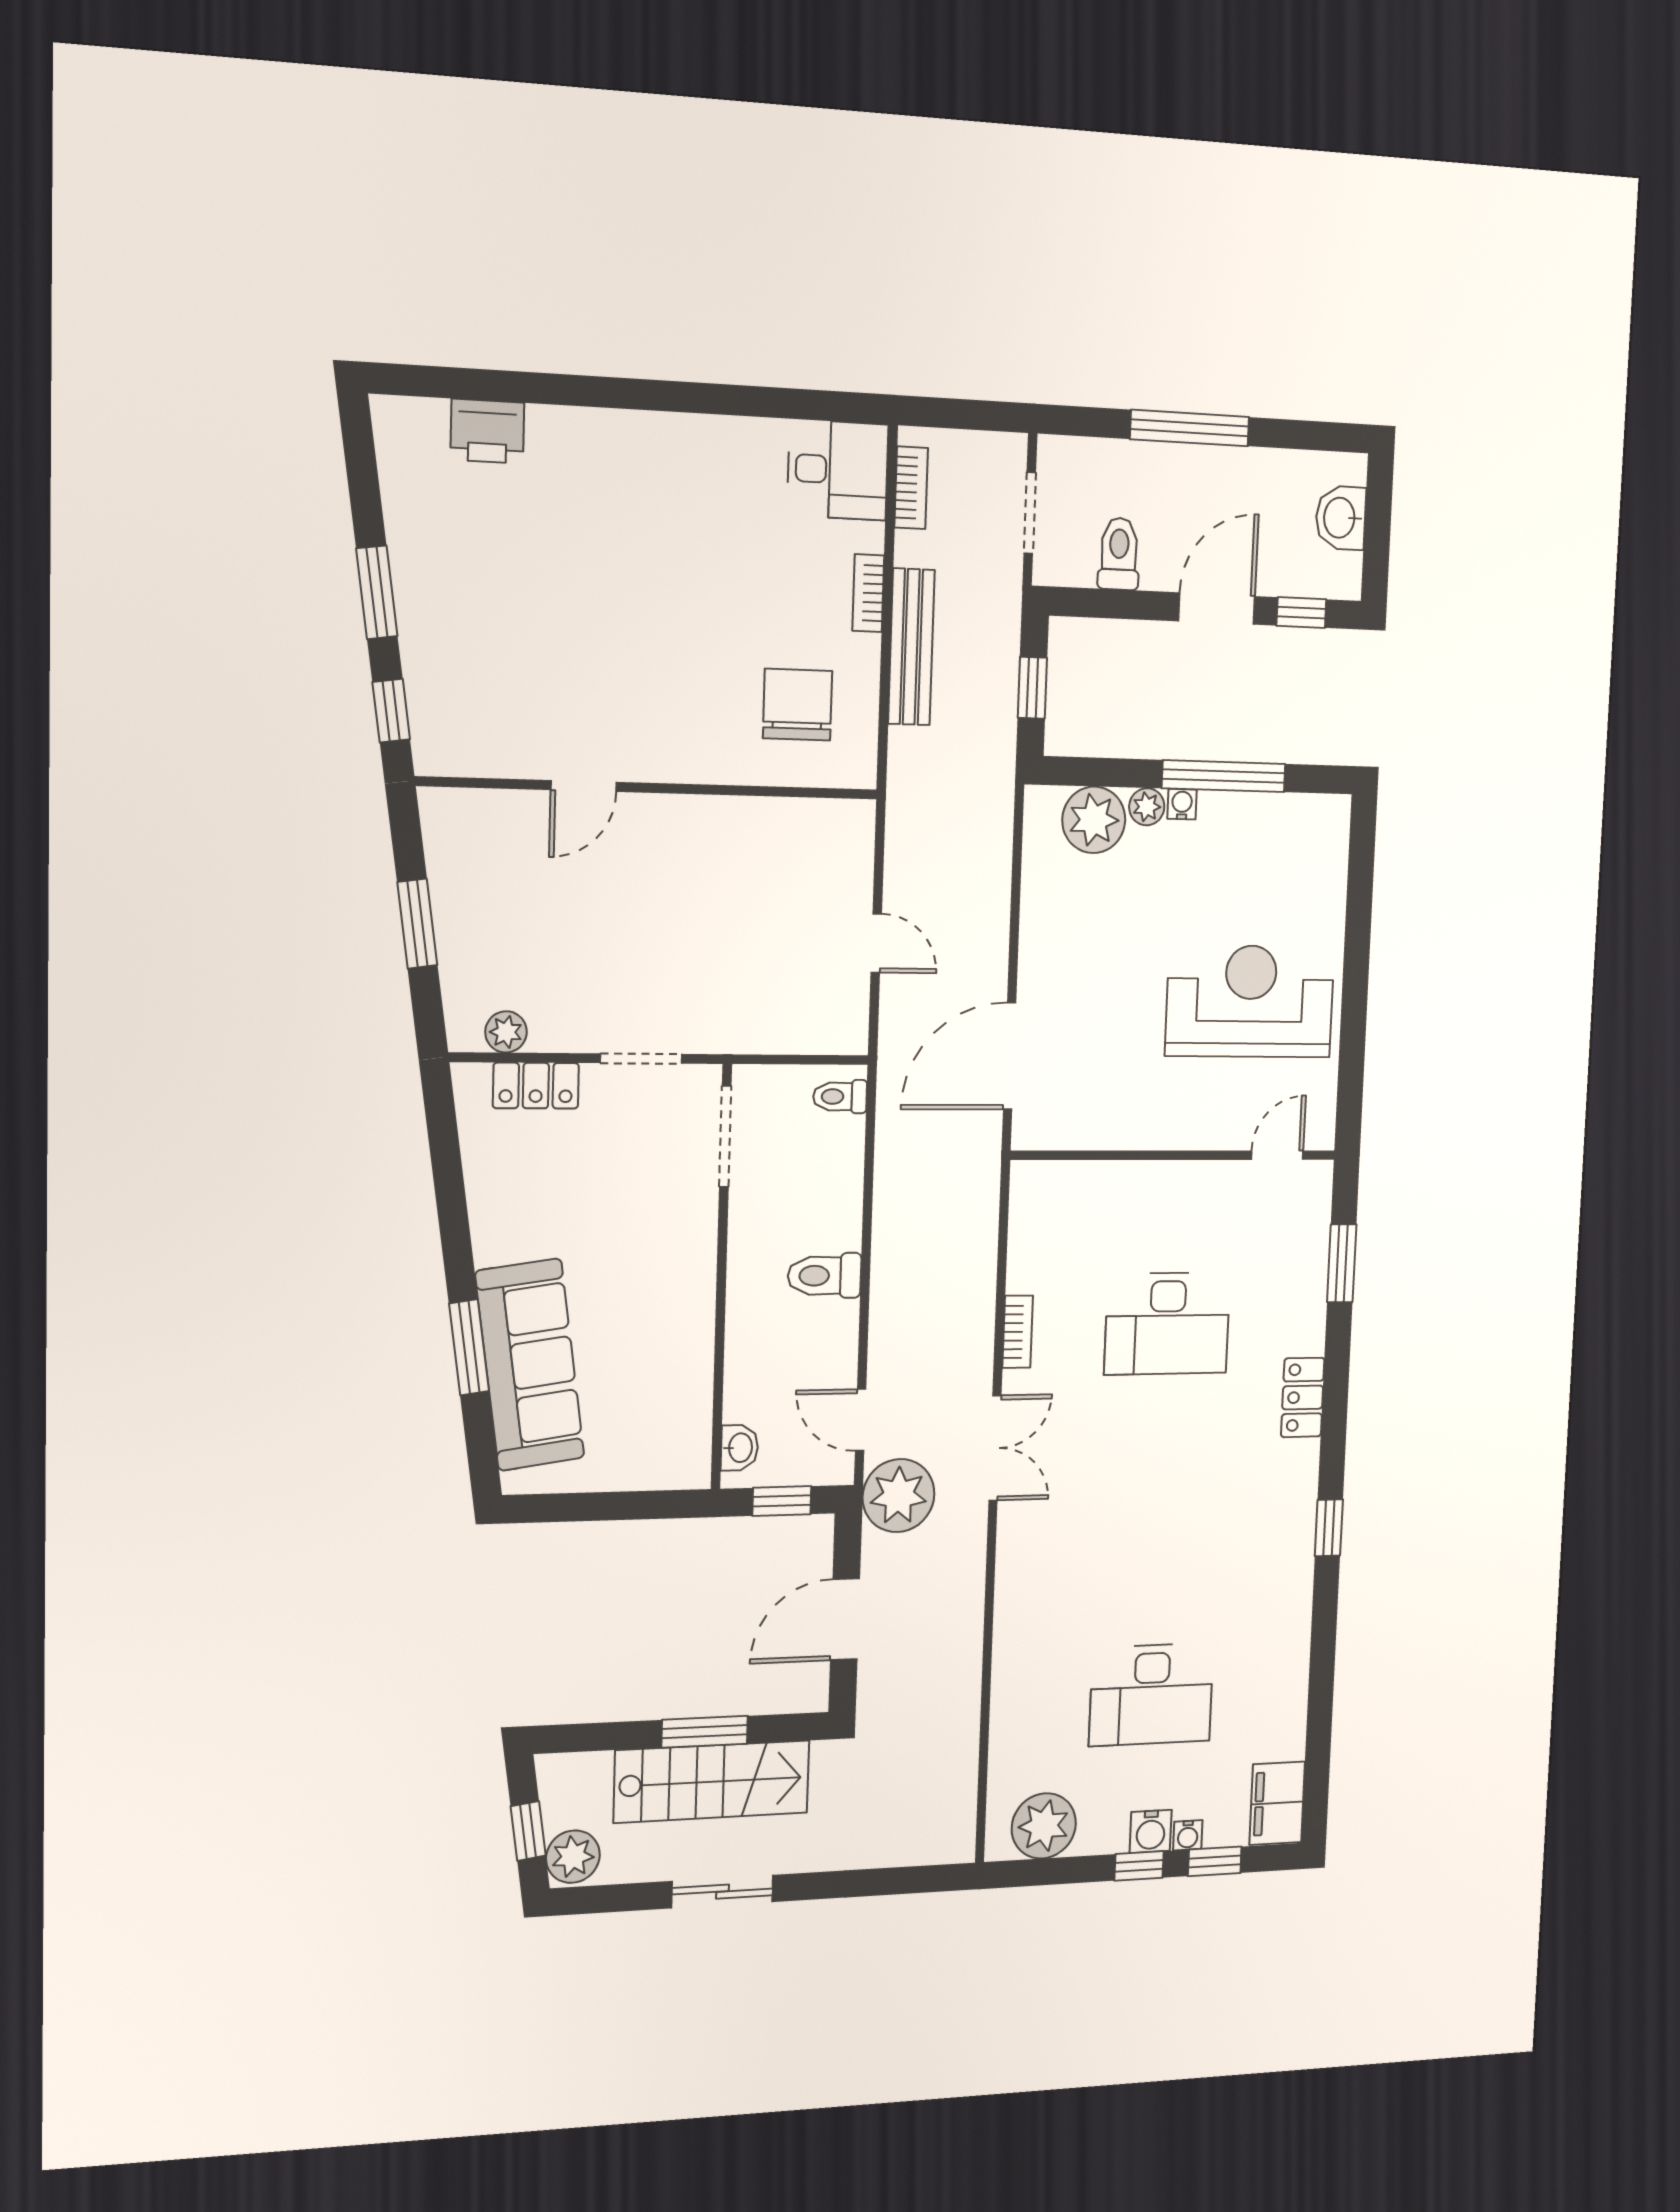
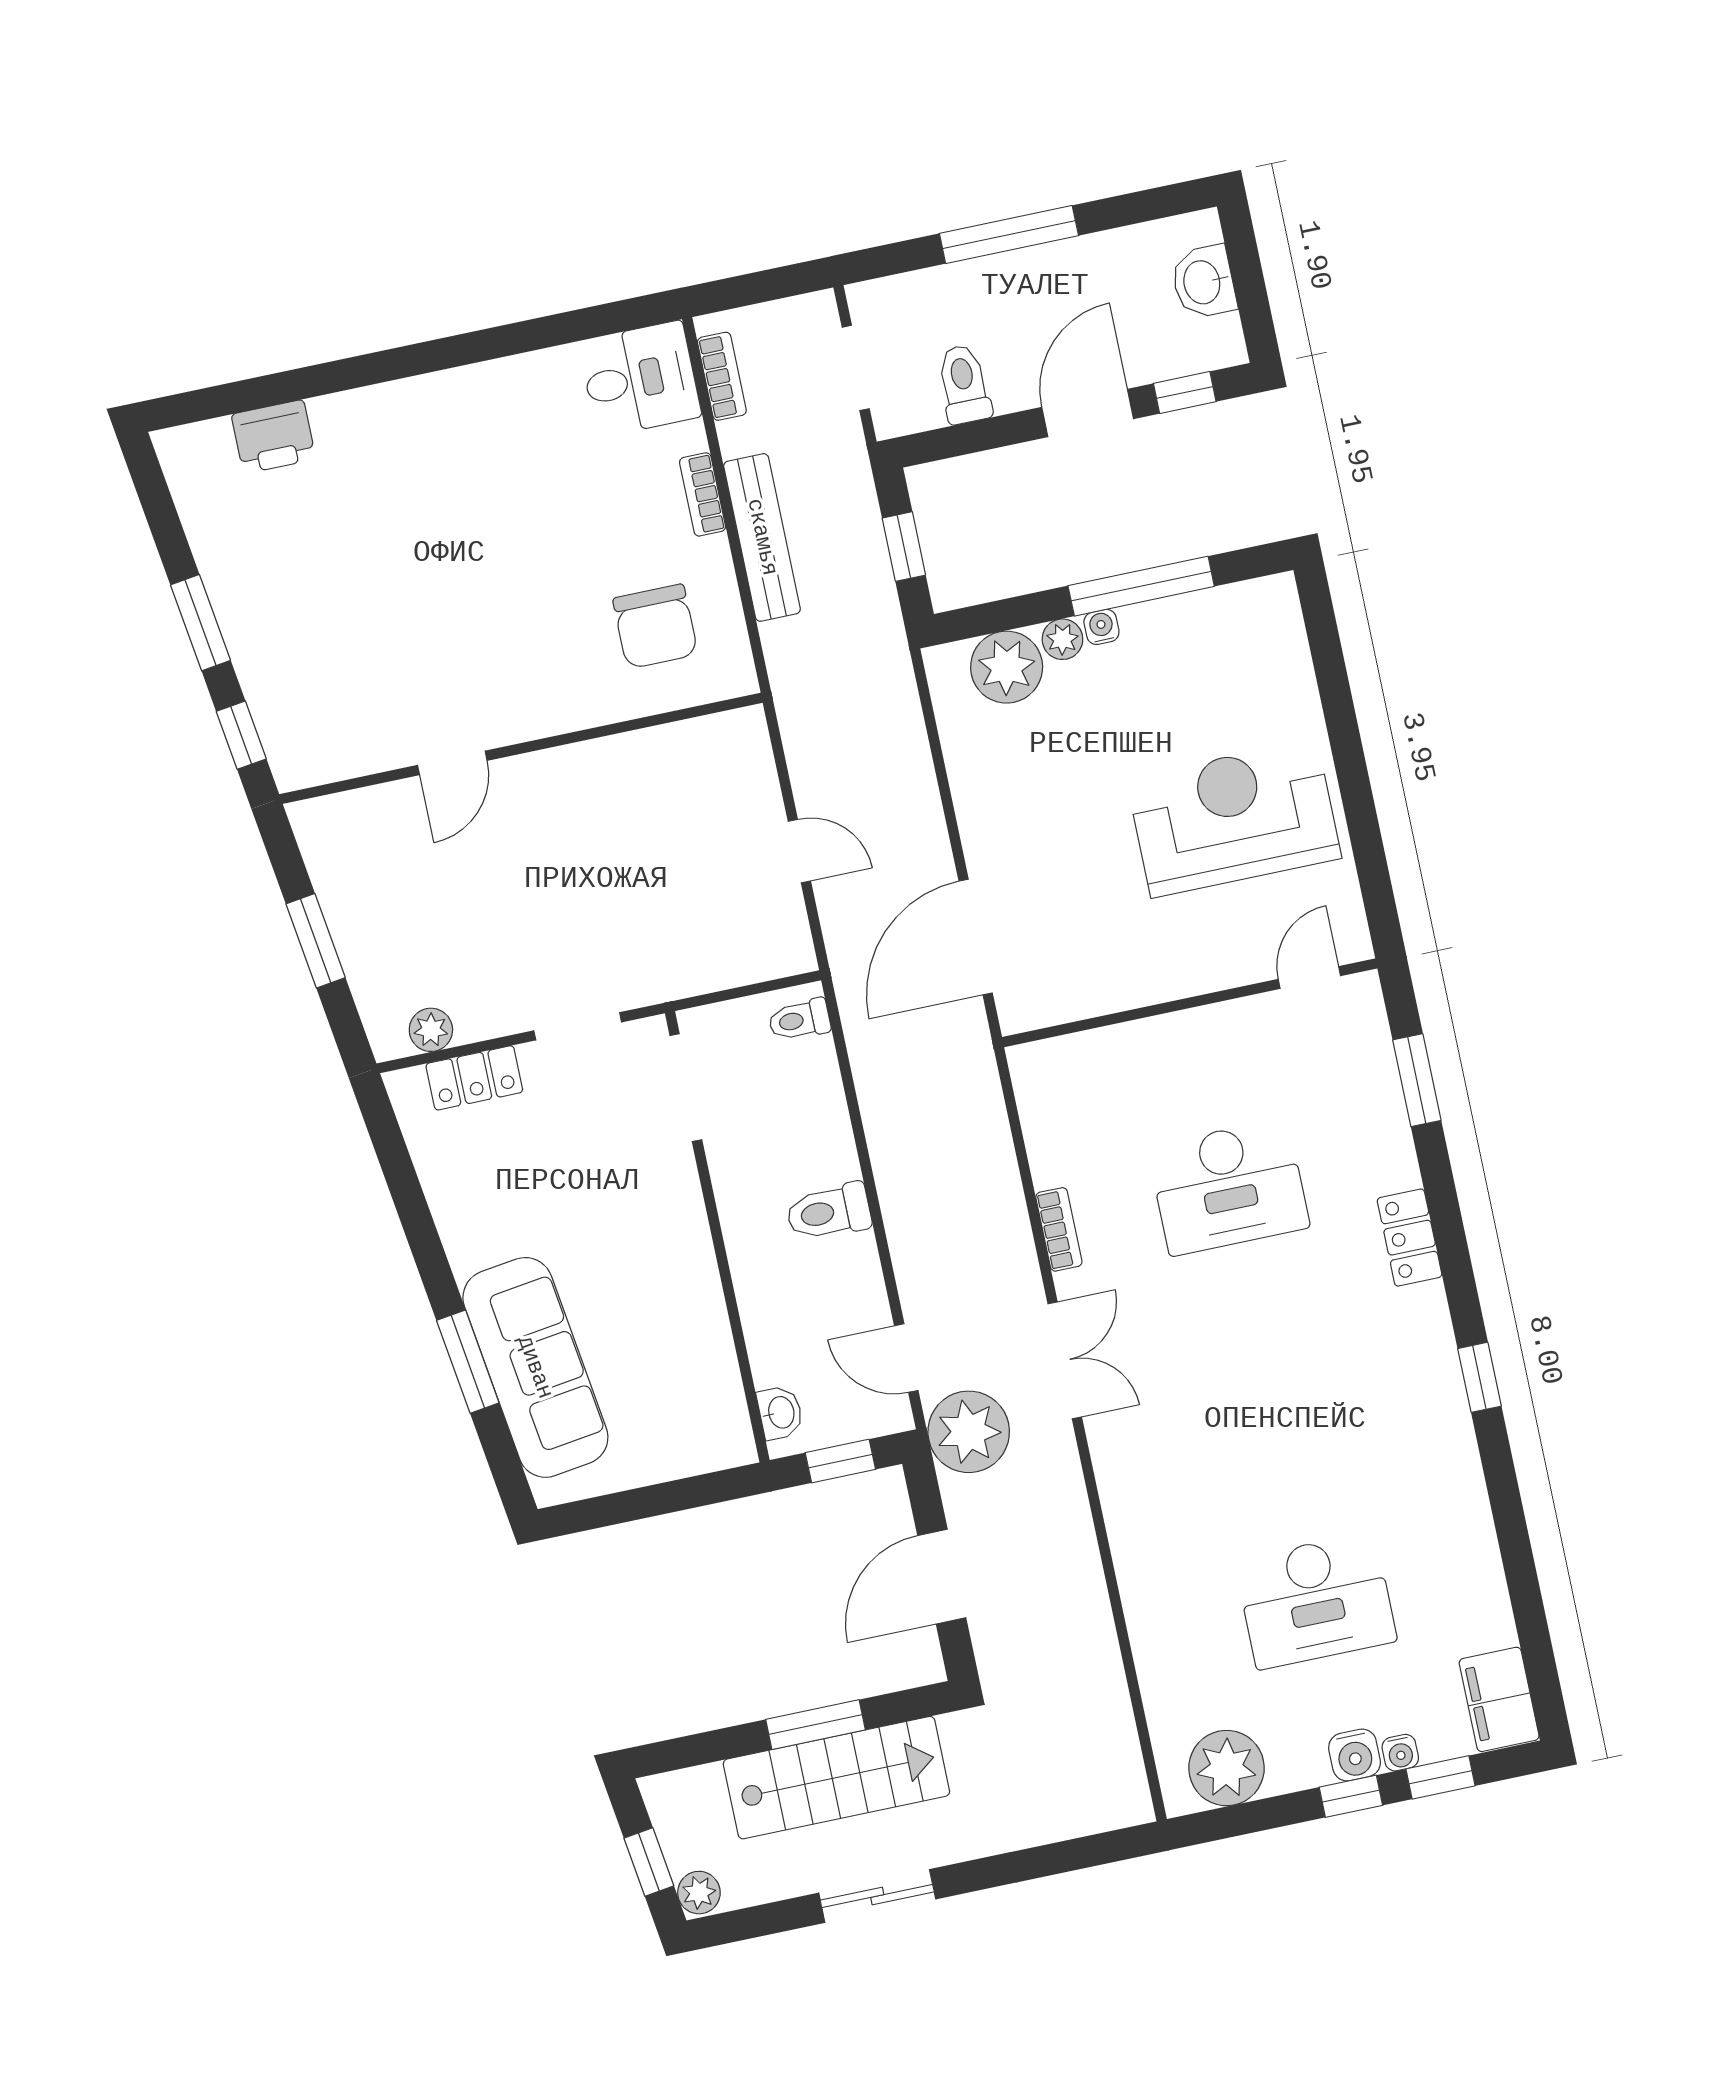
chair: (798, 705) -> (655, 626), turned 180
plant: (573, 1857) -> (699, 1893), width x0.73, depth x0.73

